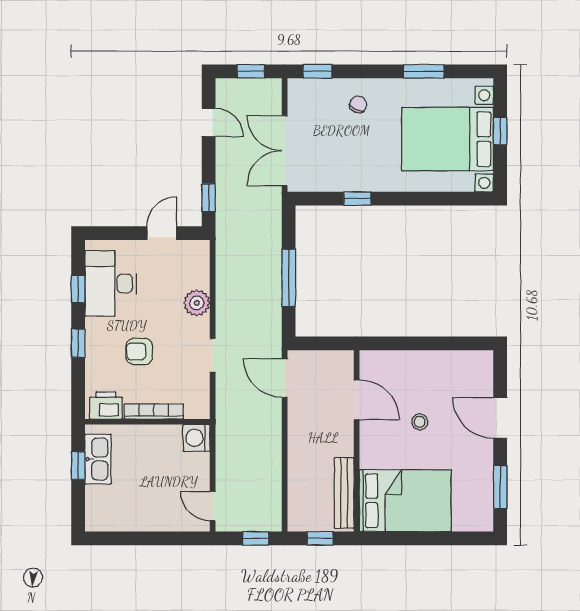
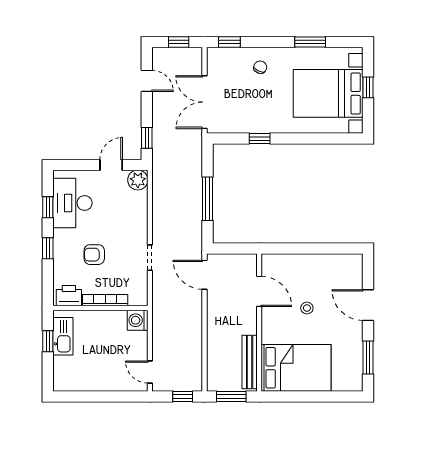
plant: (197, 303) -> (138, 180), moved
window: (320, 538) -> (231, 396), width x1.50

